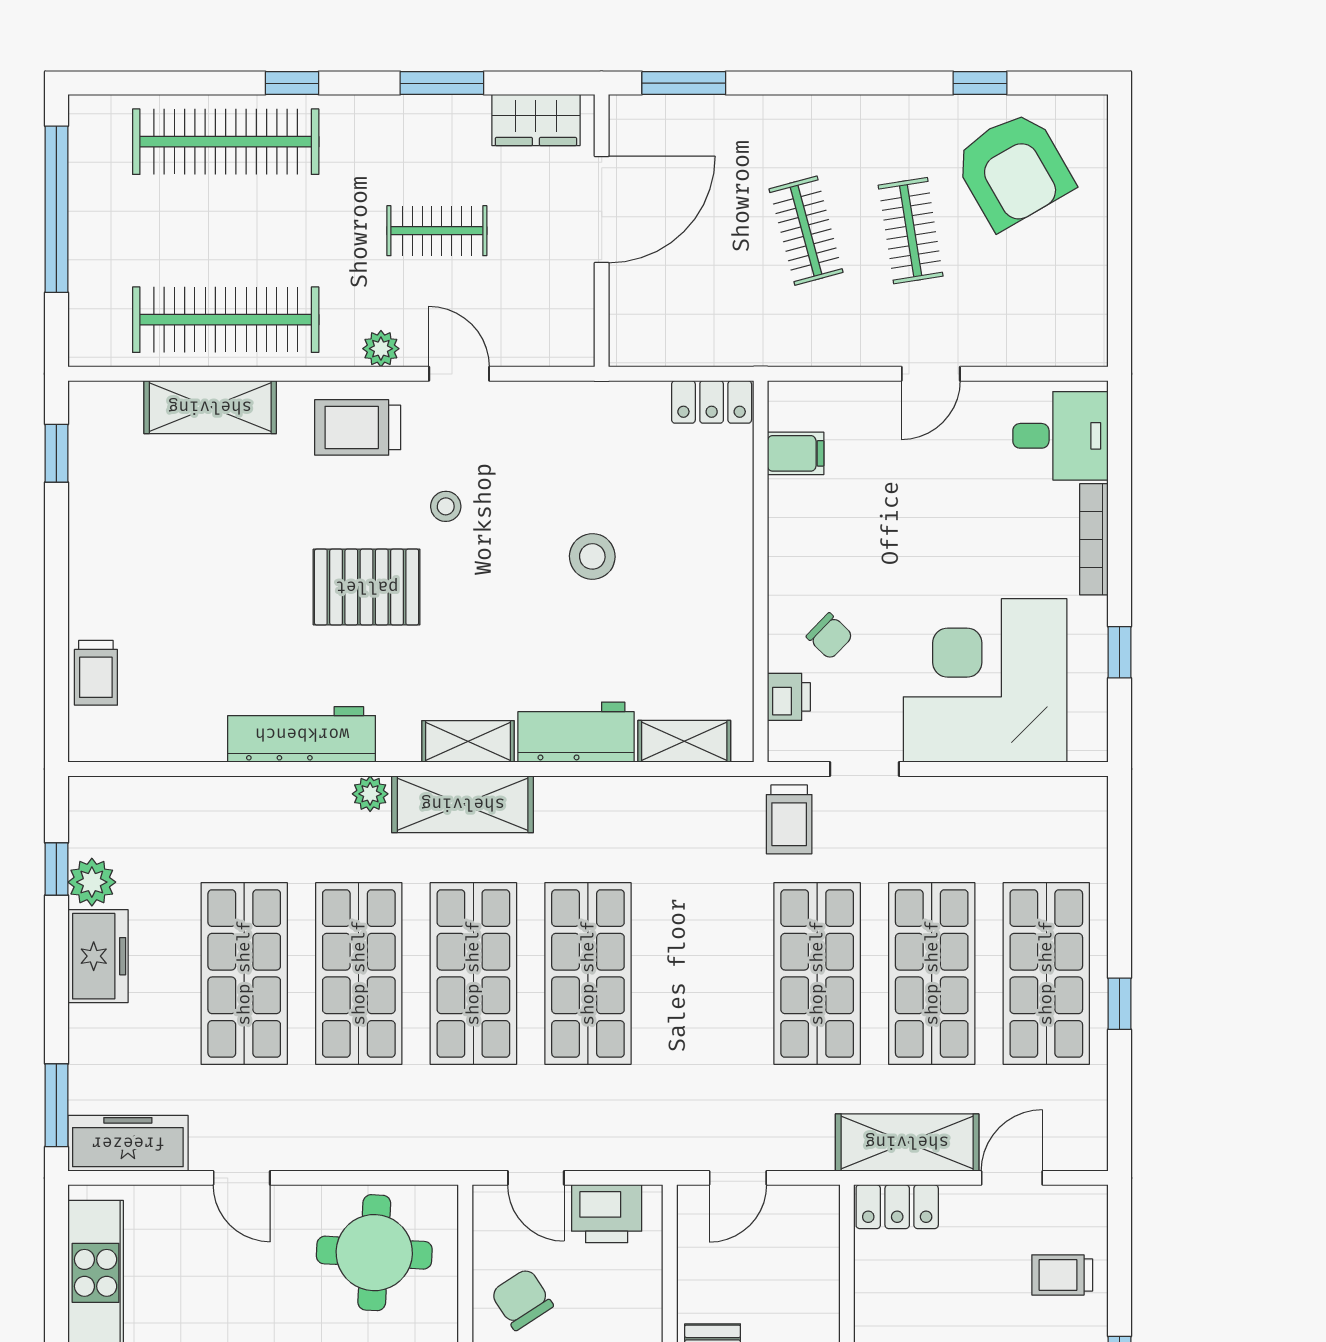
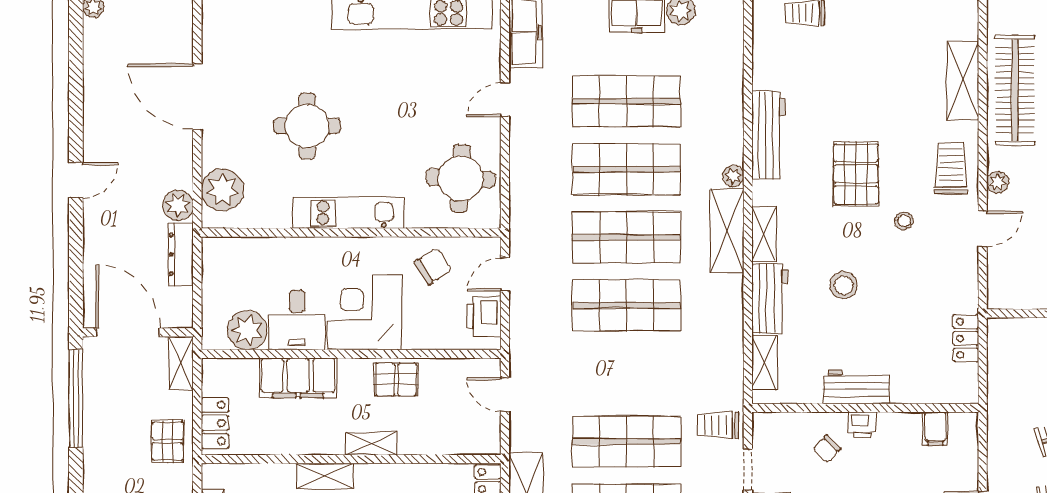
locker: (712, 402) -> (966, 338), moved
stool: (592, 556) -> (844, 285), moved
workbench: (725, 586) -> (856, 387), added
printer: (789, 697) -> (862, 425), moved

